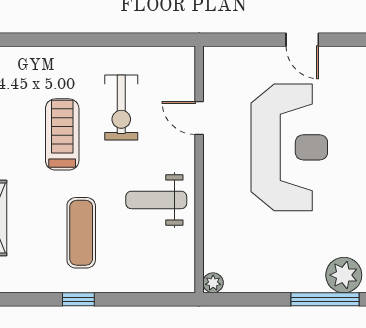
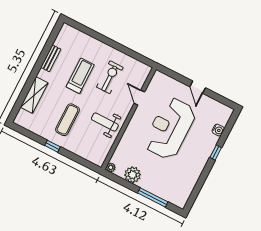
exercise bike: (121, 108) -> (110, 77), turned 180
reception desk: (289, 147) -> (170, 128), turned 180
plant: (344, 275) -> (133, 175), moved

